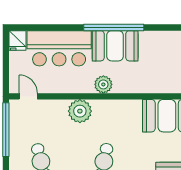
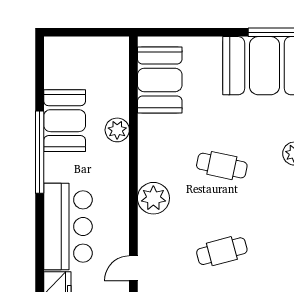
booth: (115, 46) -> (65, 121), moved
plant: (103, 84) -> (117, 130), moved

